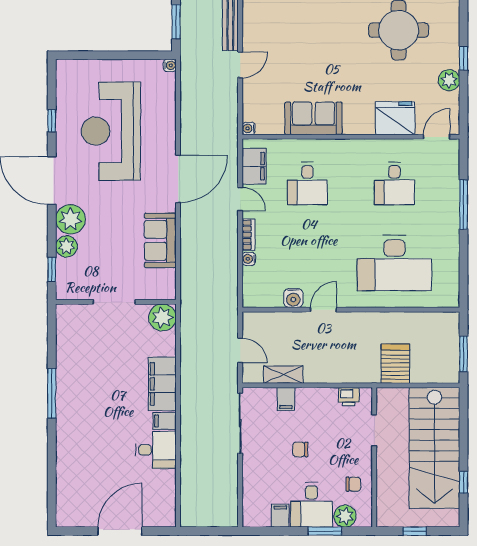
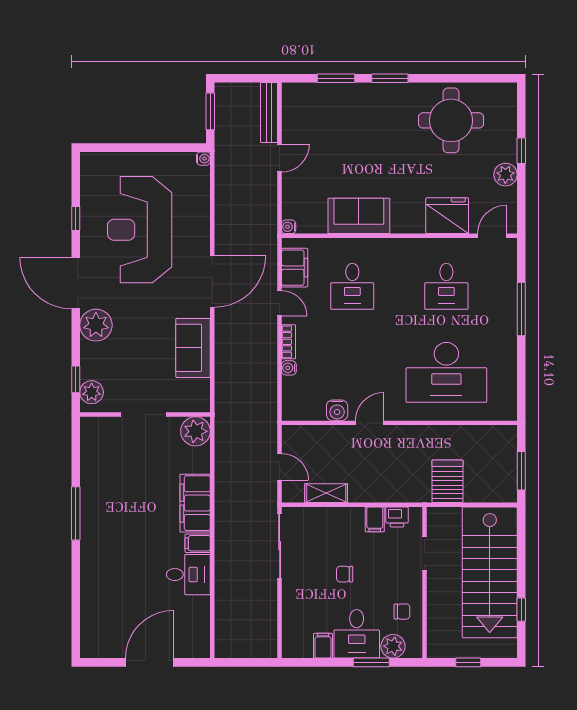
plant: (66, 246) -> (92, 392), moved
filing cabinet: (286, 399) -> (375, 519), moved

